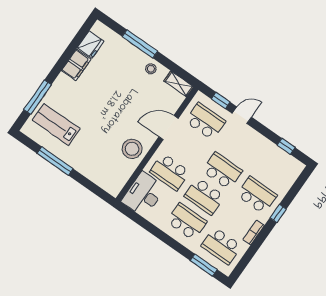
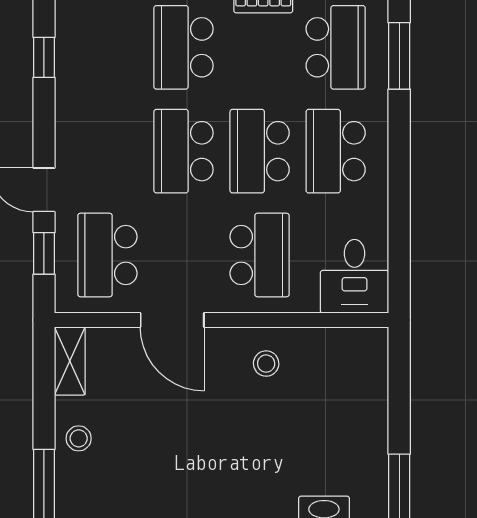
stool: (132, 149) -> (266, 364), width x0.53, depth x0.53
desk: (144, 194) -> (354, 276), width x0.73
school desk: (204, 196) -> (260, 151), turned 180

